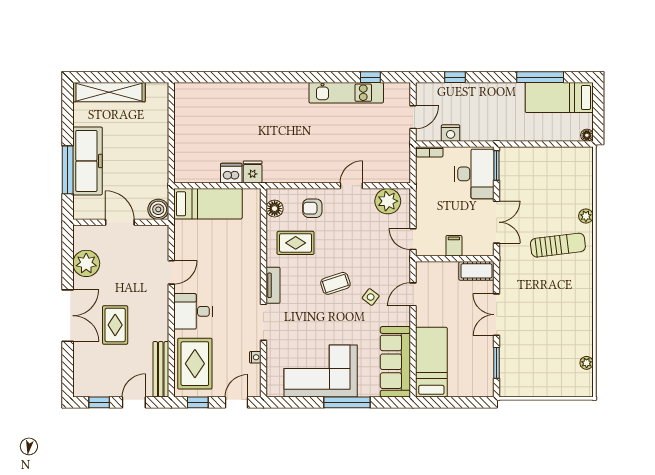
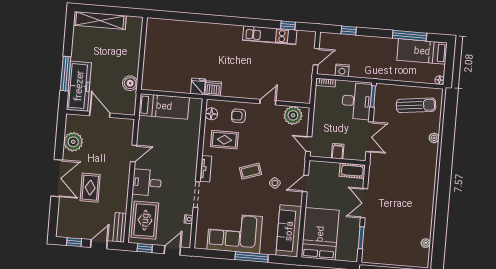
freezer: (88, 161) -> (79, 86), moved
dishwasher: (231, 173) -> (213, 88), moved
boiler: (158, 209) -> (130, 83), moved
sun lounger: (558, 245) -> (416, 105), moved
bed: (431, 362) -> (320, 234), width x1.50
bench: (161, 369) -> (120, 227), width x0.73

